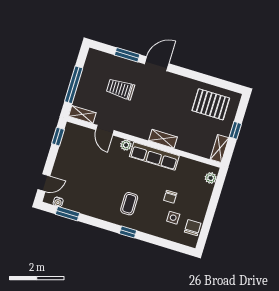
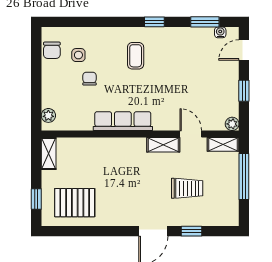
window: (127, 55) -> (191, 231), width x0.67
window: (235, 130) -> (36, 199), moved
window: (58, 137) -> (244, 91), moved
shelving: (163, 139) -> (163, 145), moved
plant: (126, 145) -> (232, 124), moved
window: (128, 232) -> (154, 22), moved

